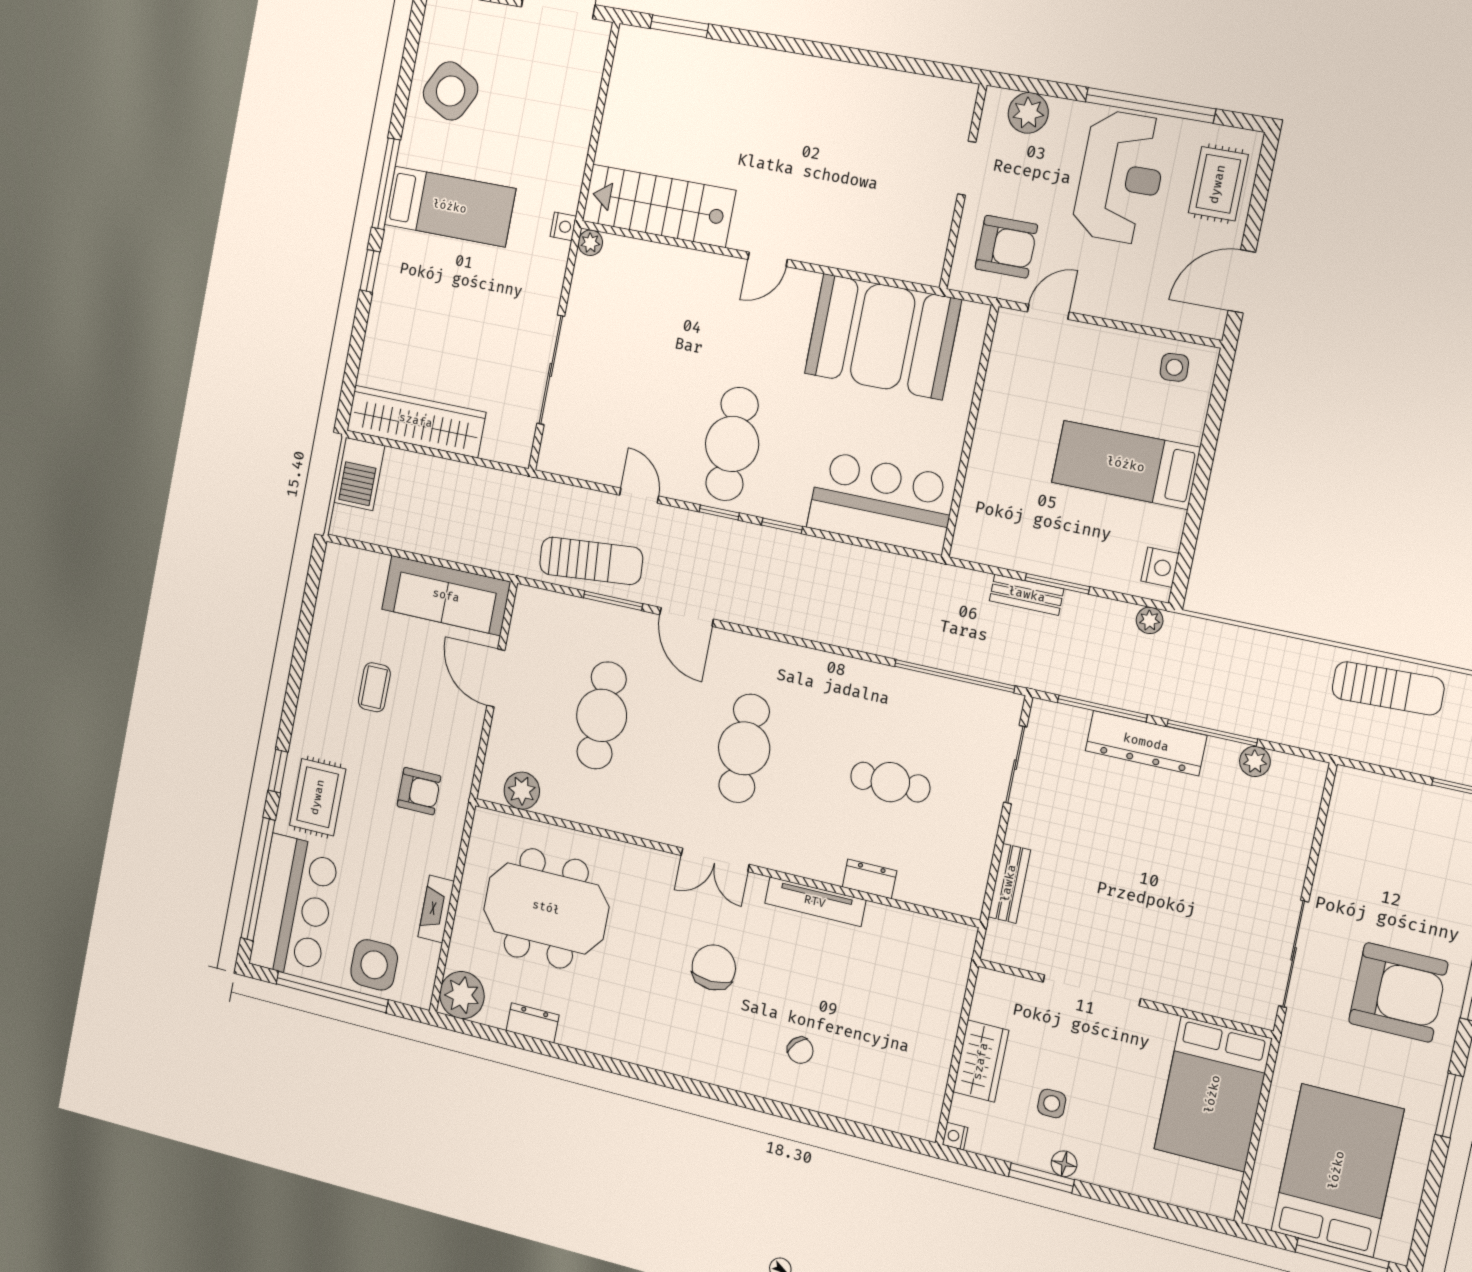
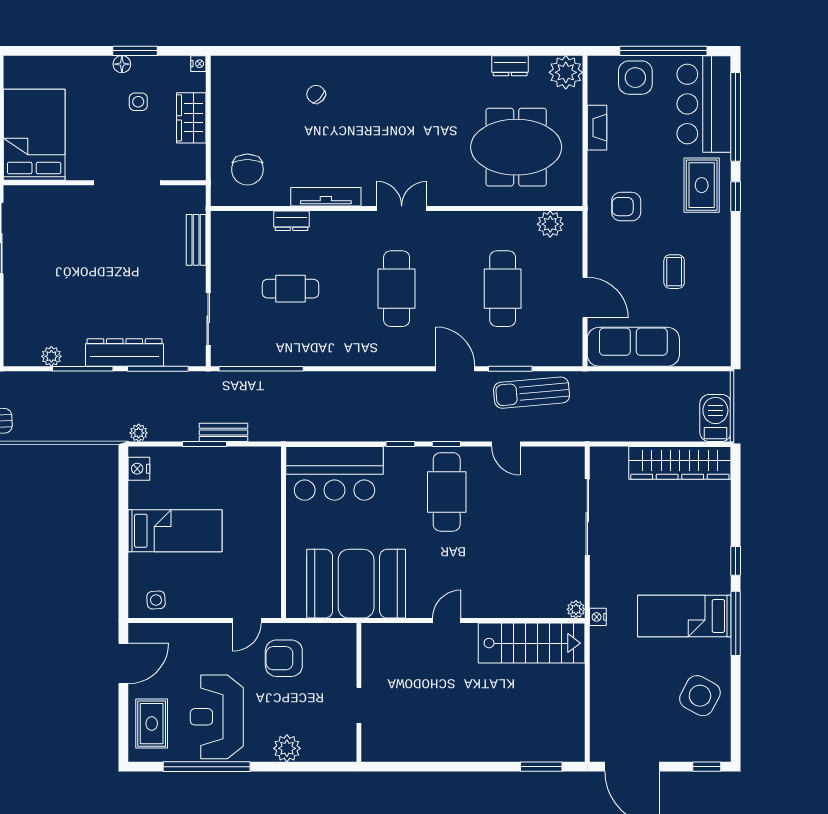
doorway: (967, 168) -> (359, 705), moved
wall: (963, 187) -> (359, 692), moved
chair: (714, 967) -> (247, 169), moved

